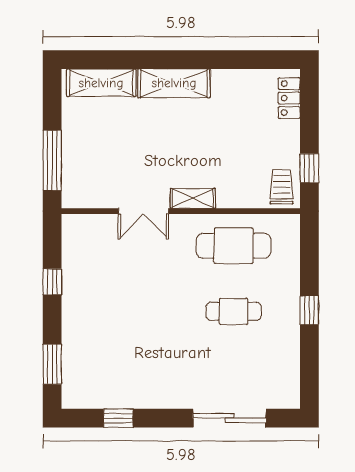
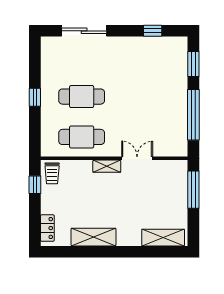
shelving: (174, 83) -> (93, 237), moved
window: (52, 282) -> (193, 115), width x3.17
cafe table: (234, 311) -> (82, 97), width x1.37, depth x1.35

